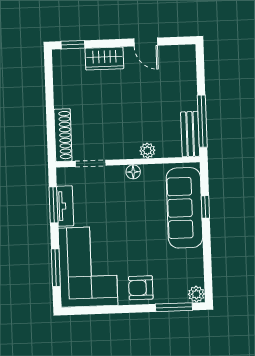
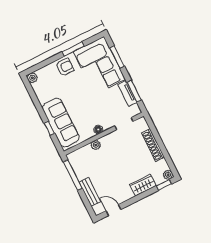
door: (146, 42) -> (113, 210), moved
plant: (60, 57) -> (168, 175), added
bench: (190, 134) -> (90, 192), moved
shoe rack: (63, 135) -> (153, 145), moved
window: (174, 307) -> (73, 49), moved

